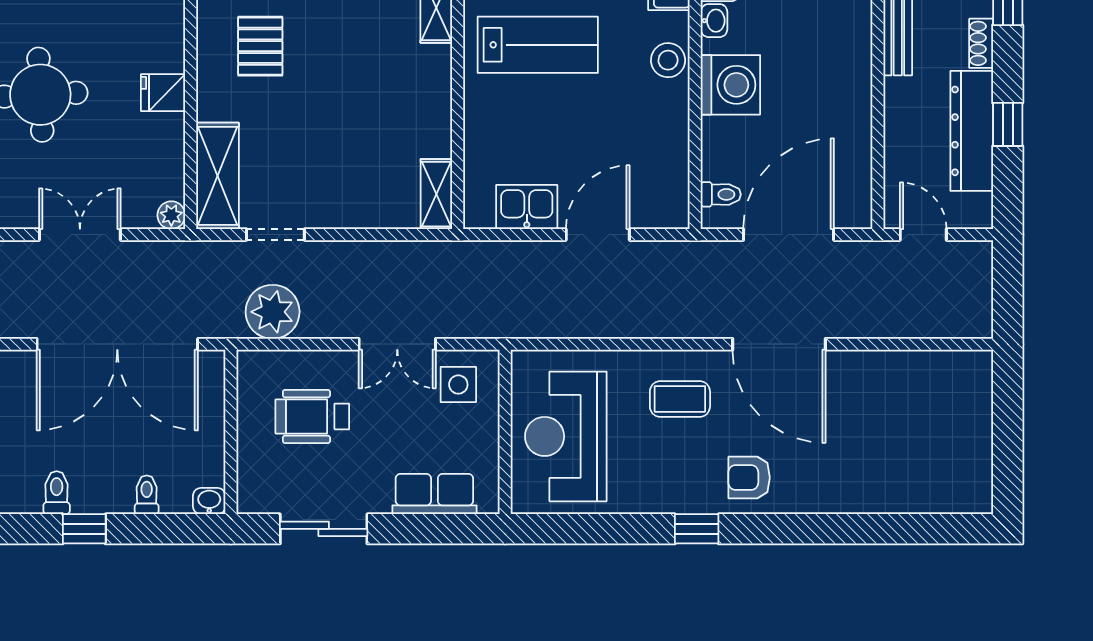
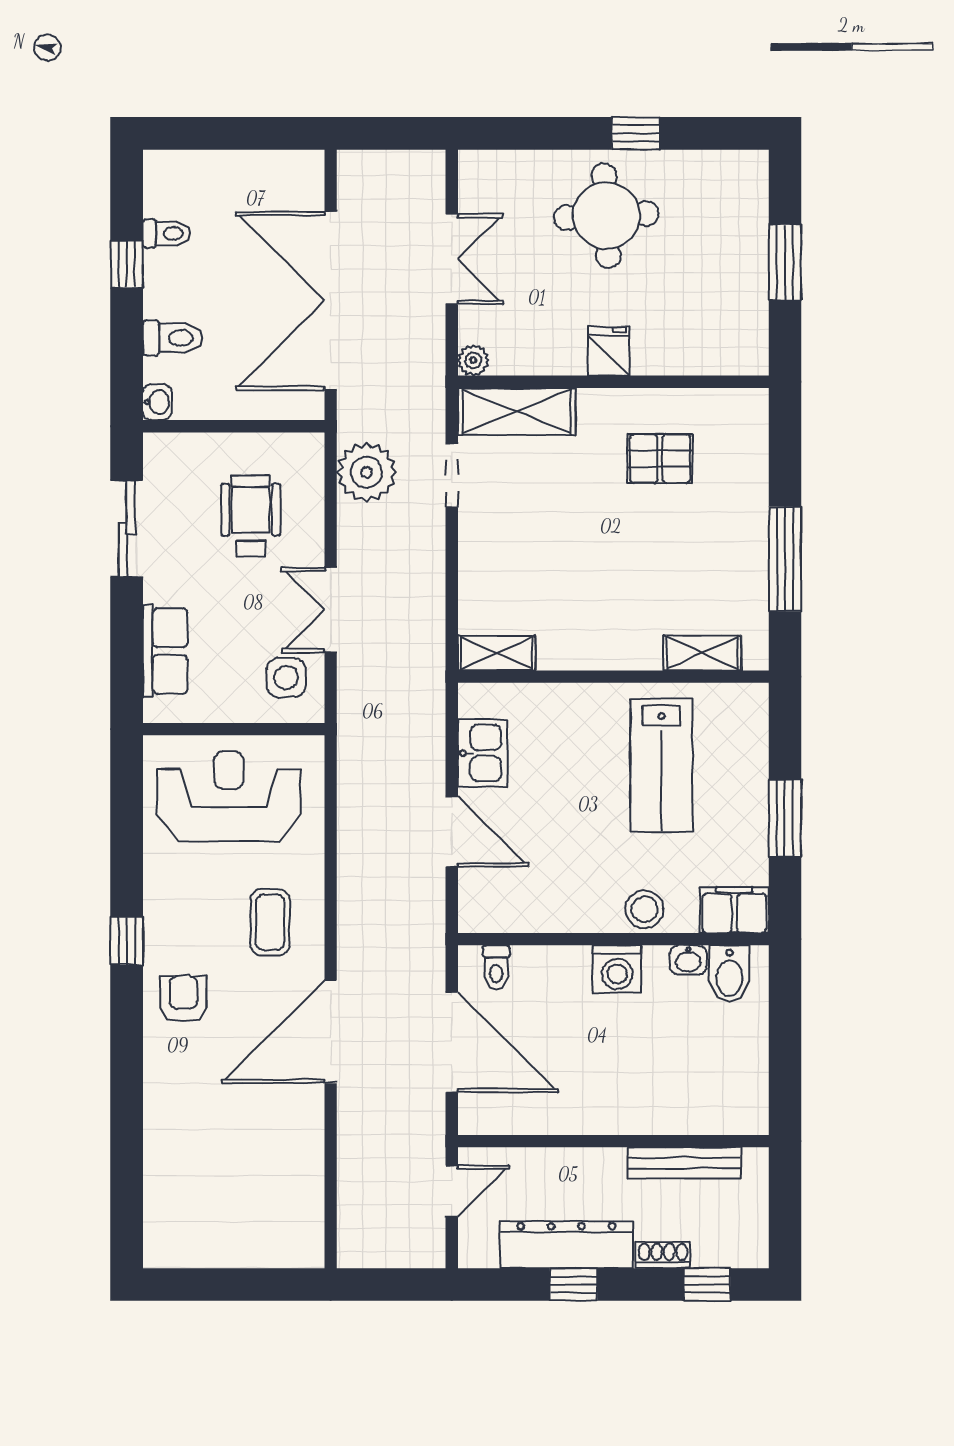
washing machine: (730, 85) -> (617, 969), width x0.73, depth x0.73
toilet: (147, 495) -> (173, 338), width x1.37, depth x1.39

